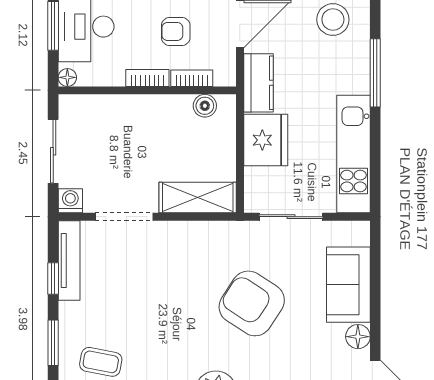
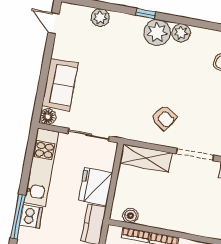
dishwasher: (355, 77) -> (31, 216), added
armchair: (252, 303) -> (164, 117), moved, width x0.53, depth x0.53
floor lamp: (358, 337) -> (48, 117), moved

